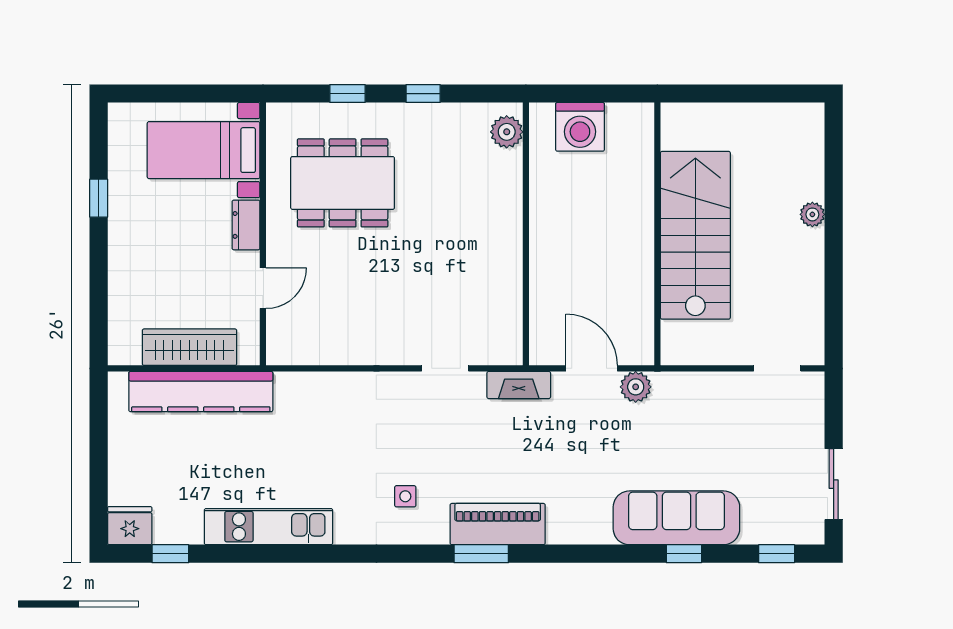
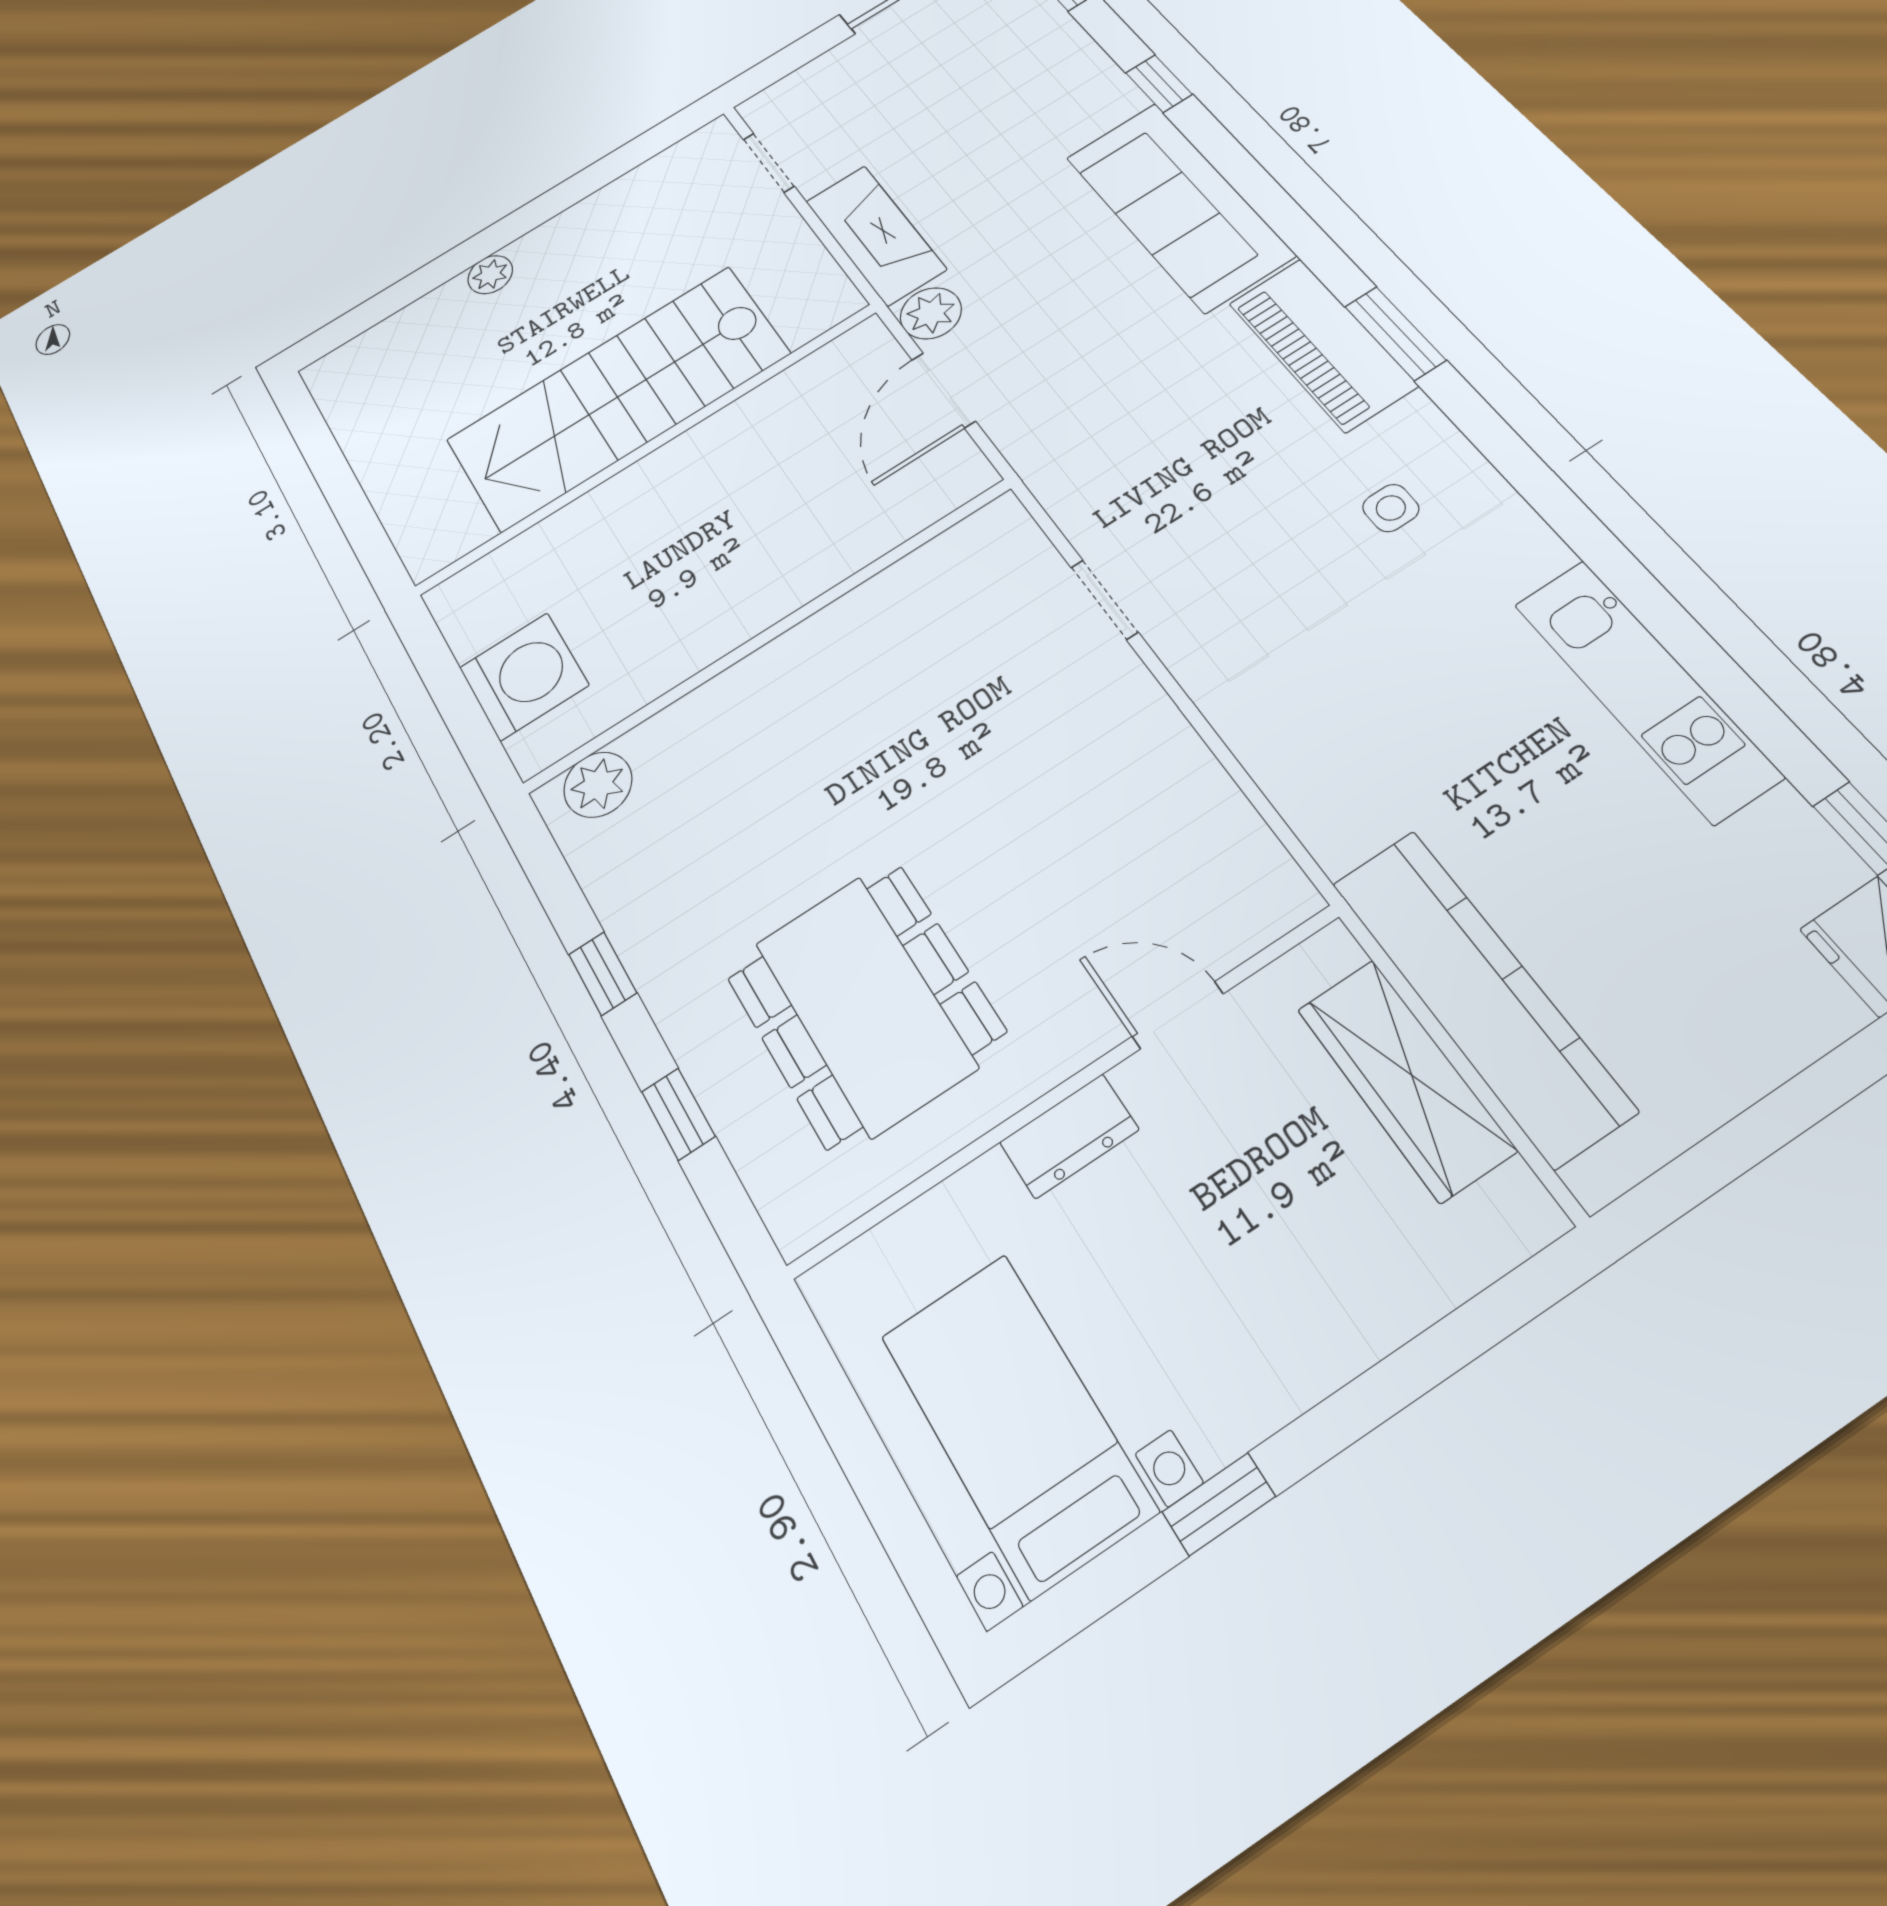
bed with nightstands: (204, 150) -> (1017, 1422), moved, turned 180
fireplace: (519, 385) -> (876, 235), moved, width x1.37, depth x1.32
sofa: (676, 518) -> (1179, 206), moved

